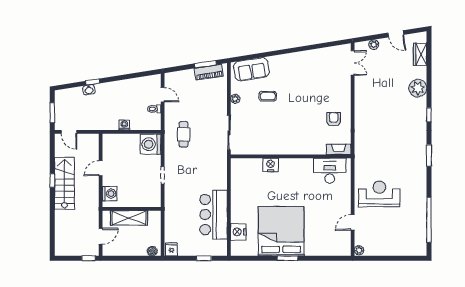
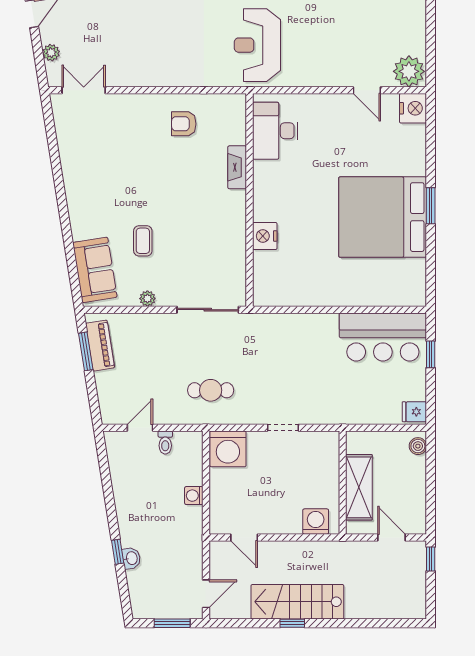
fireplace: (339, 149) -> (237, 167), moved
door: (101, 168) -> (244, 537), moved
reception desk: (379, 194) -> (257, 45), moved
bar counter: (214, 215) -> (383, 337), moved
nightstand: (238, 232) -> (413, 108), moved, turned -90
plant: (359, 250) -> (409, 71), width x1.87, depth x1.87

